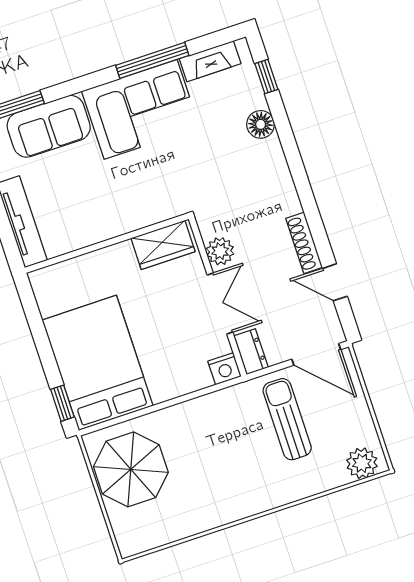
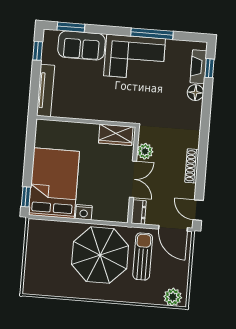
fireplace: (210, 61) -> (198, 67), moved, turned 90
door: (335, 282) -> (198, 210), moved
nightstand: (224, 369) -> (84, 212), moved
parasol: (131, 469) -> (100, 255), moved, width x1.36, depth x1.36

